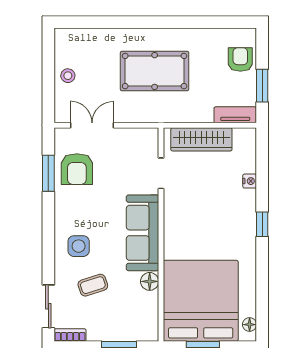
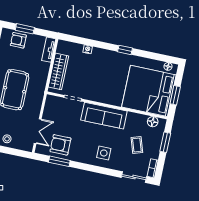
window: (262, 86) -> (25, 29), moved
double door: (92, 125) -> (38, 131), swing flipped
armchair: (77, 169) -> (60, 145), turned 180
window: (262, 224) -> (125, 50), moved
floor lamp: (150, 281) -> (153, 122), moved
coffee table: (93, 285) -> (137, 145), moved

